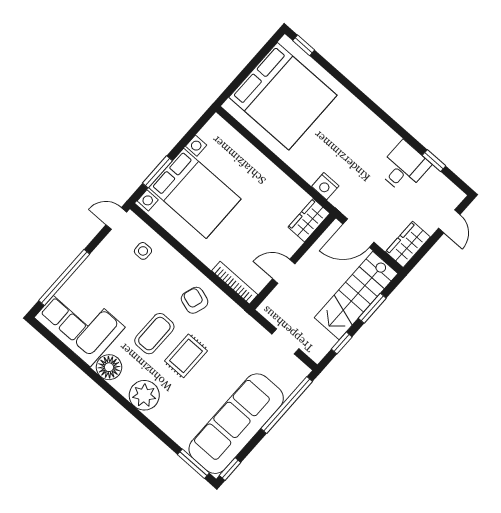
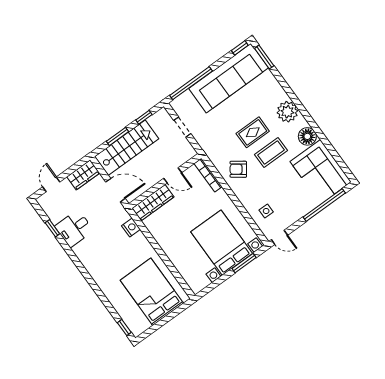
bed: (283, 96) -> (152, 292), width x0.73
wardrobe: (309, 220) -> (153, 203), width x1.50
armchair: (195, 300) -> (238, 169), turned 108

